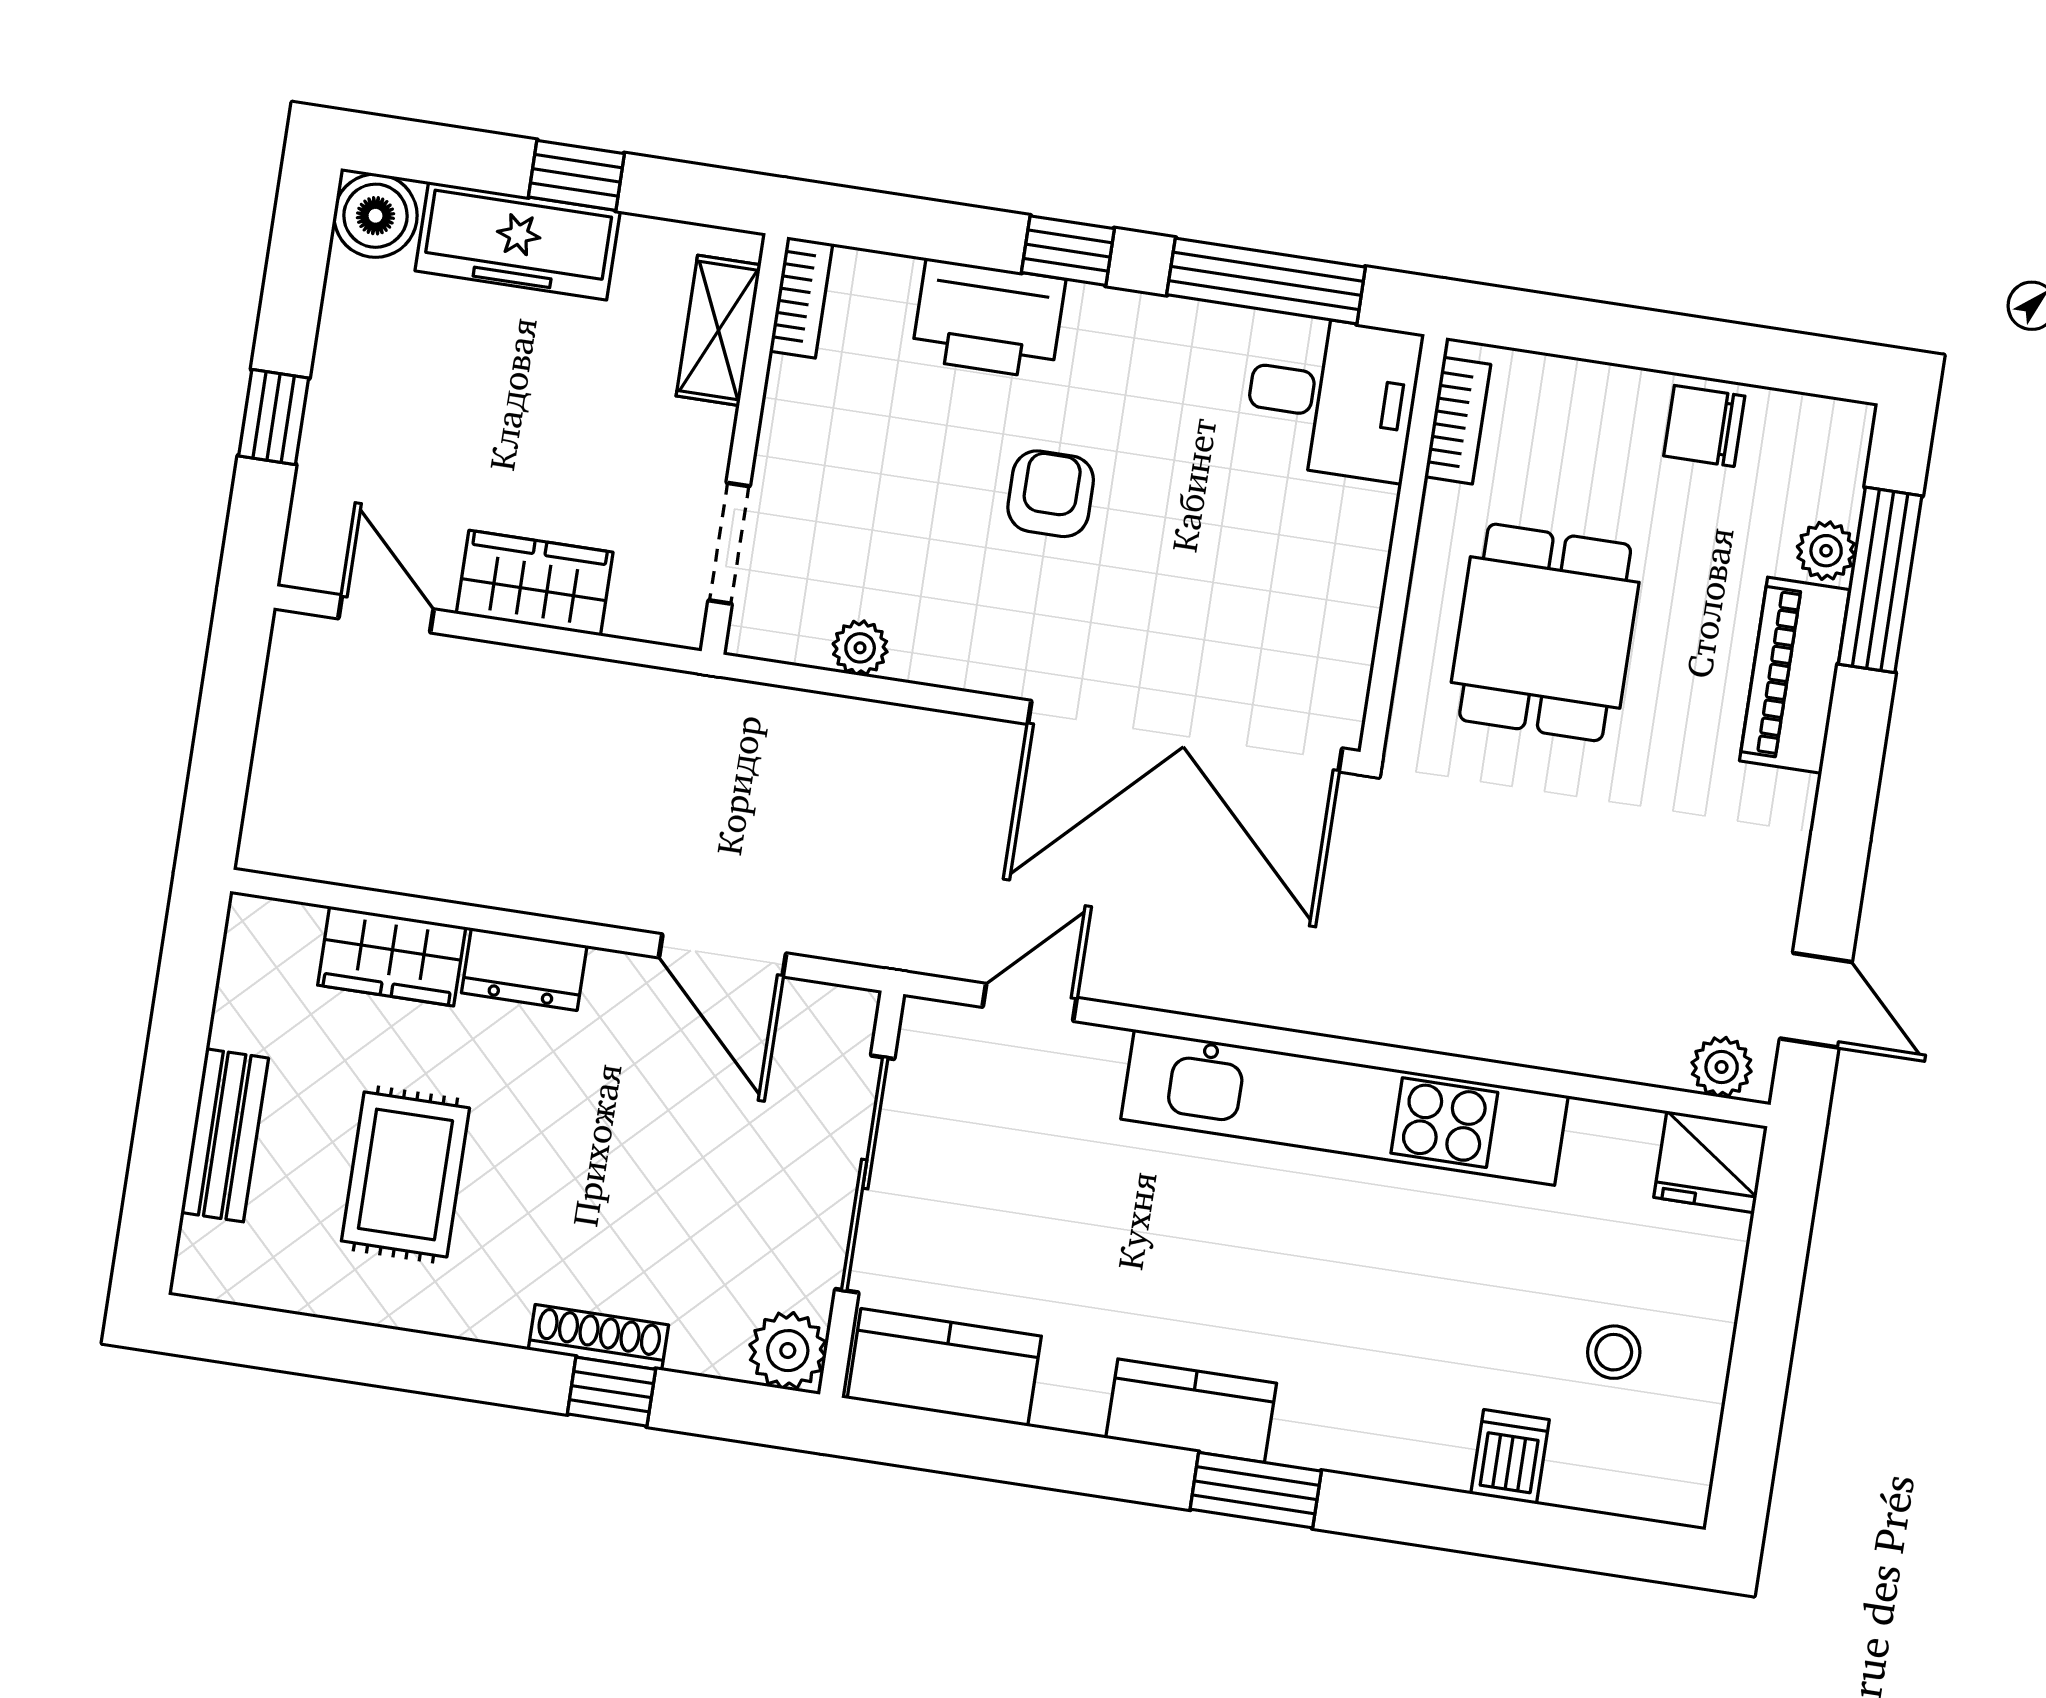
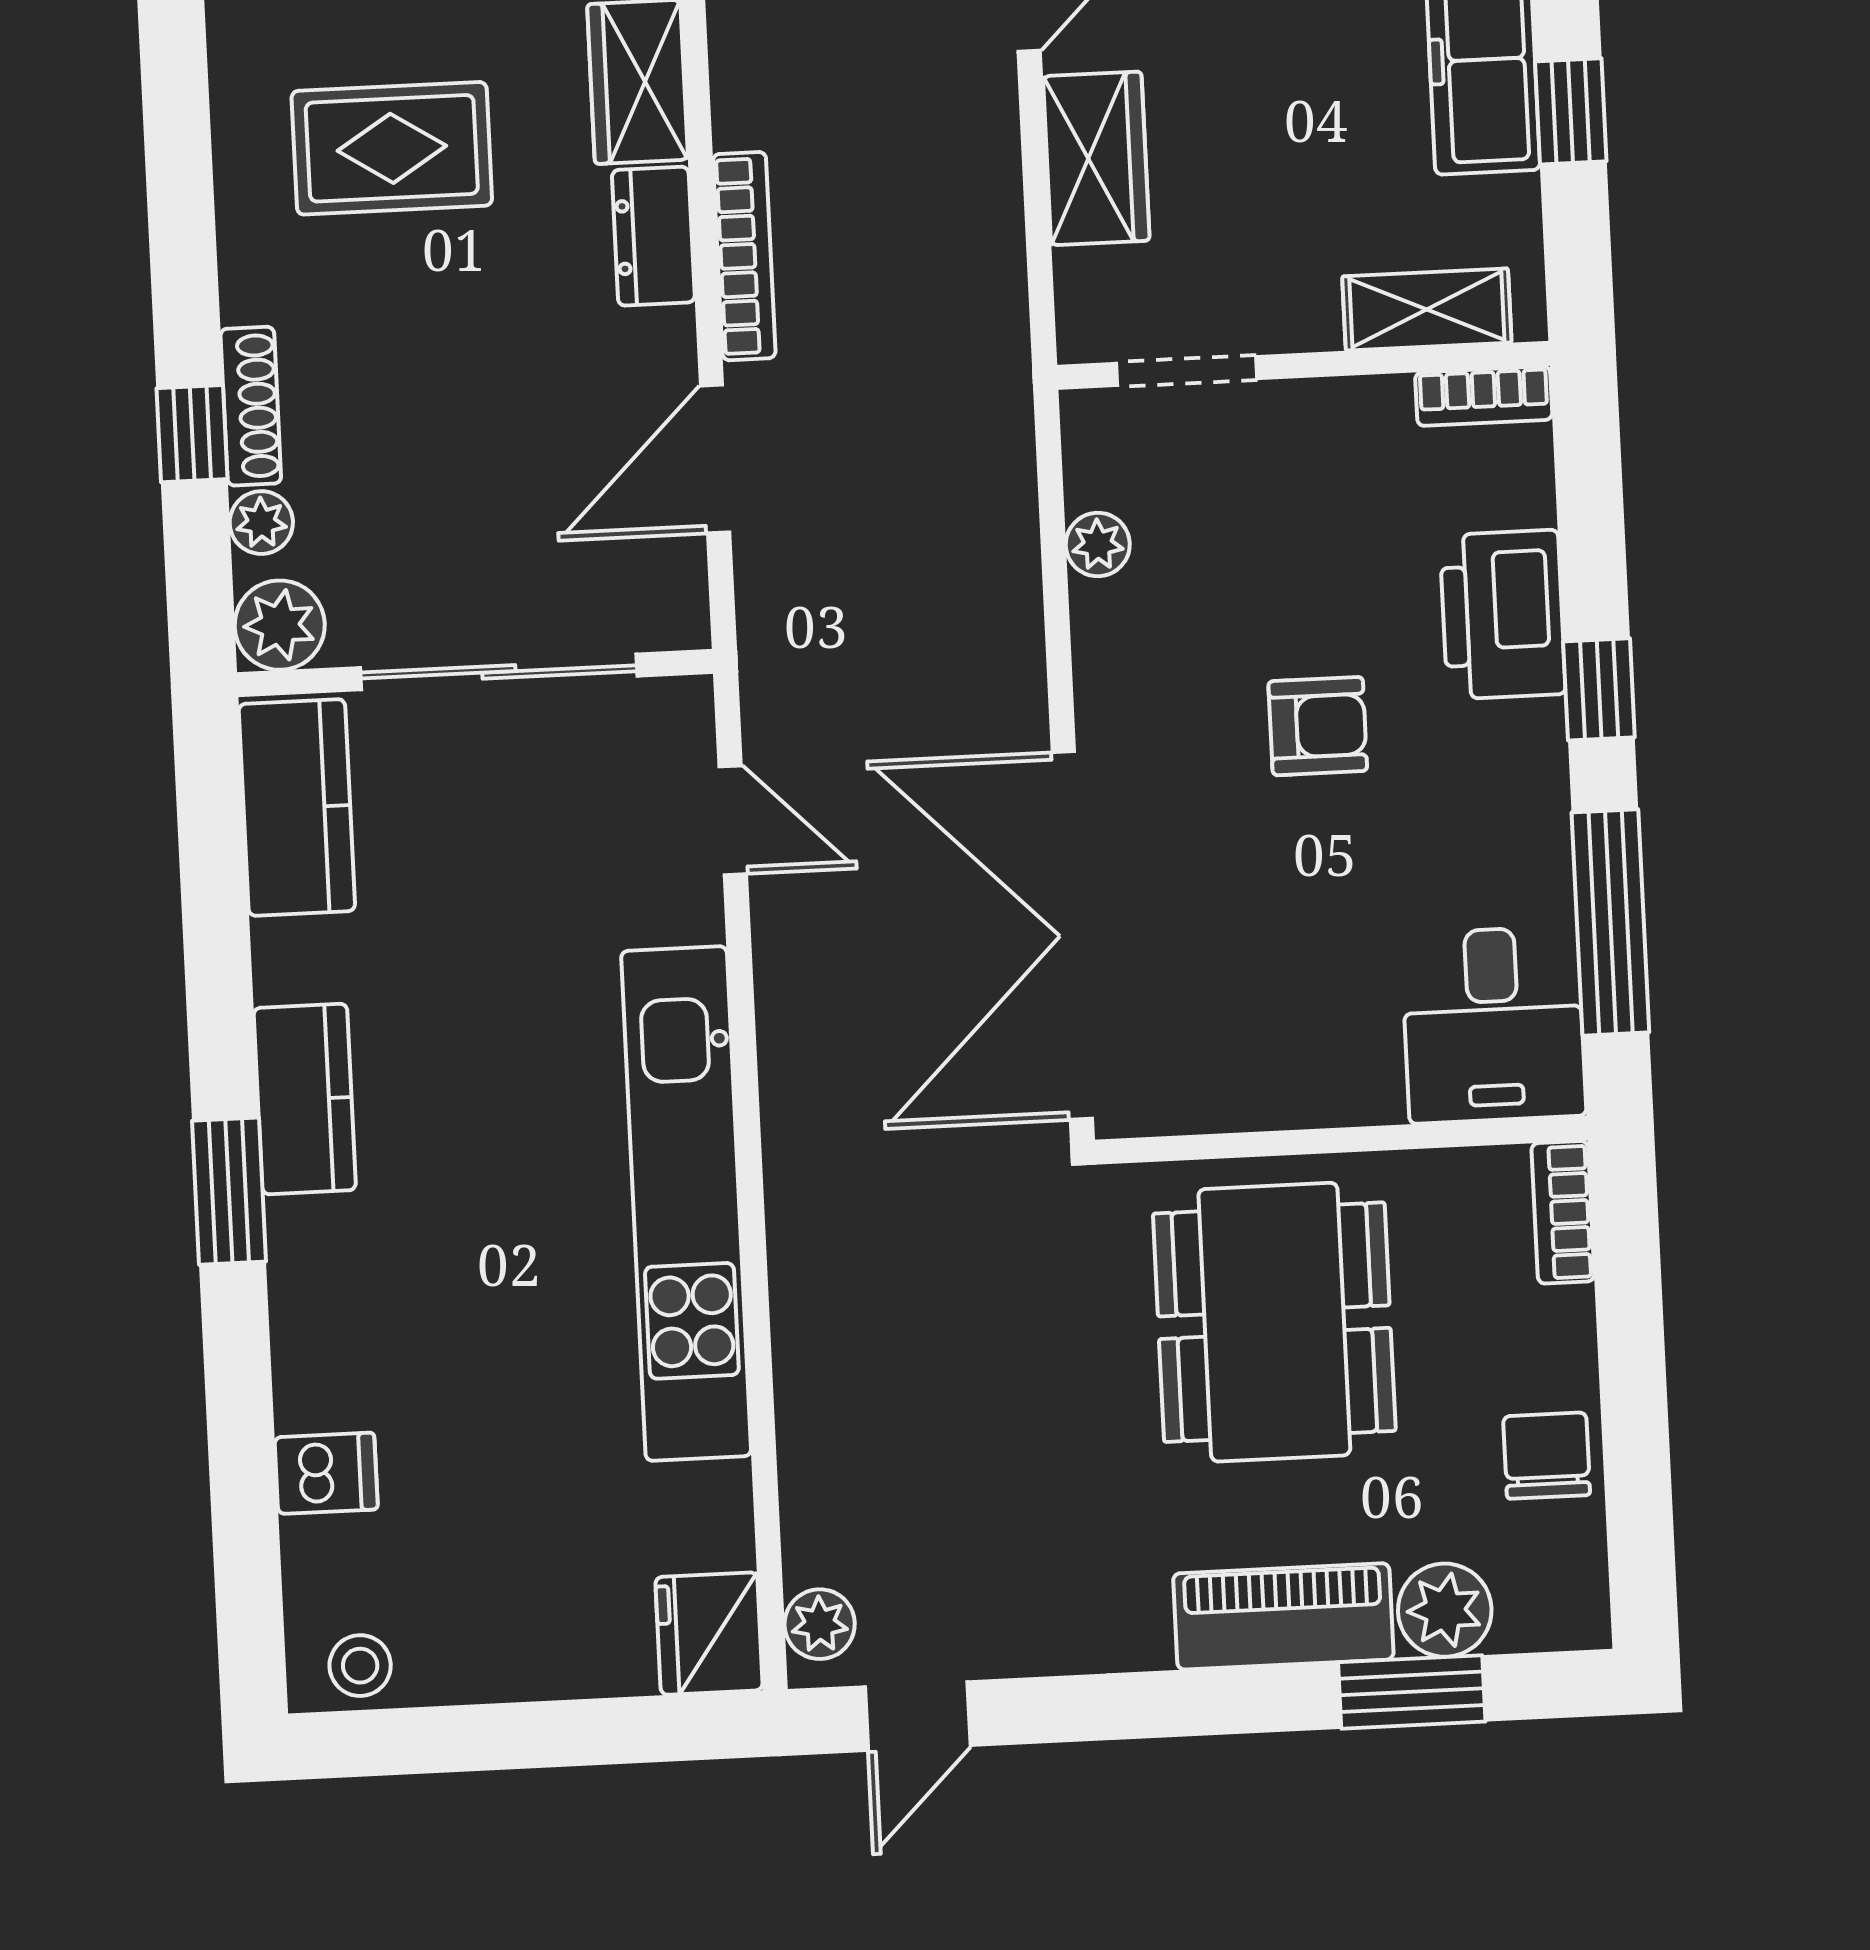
bookcase: (1458, 421) -> (1563, 1212), moved, turned 90
plant: (1826, 551) -> (1445, 1610), width x1.38, depth x1.38
window: (1880, 580) -> (1412, 1692), width x0.69
dining table: (1545, 632) -> (1274, 1322), width x1.38
bookcase: (557, 896) -> (744, 256), added
plant: (698, 1348) -> (261, 523), added
stool: (1614, 1352) -> (360, 1666), moved

